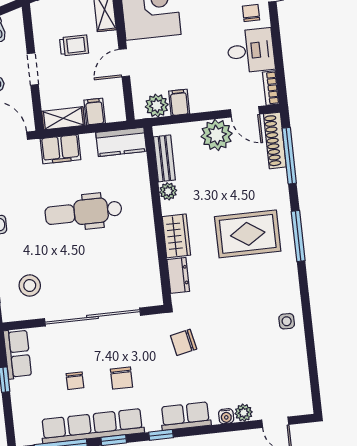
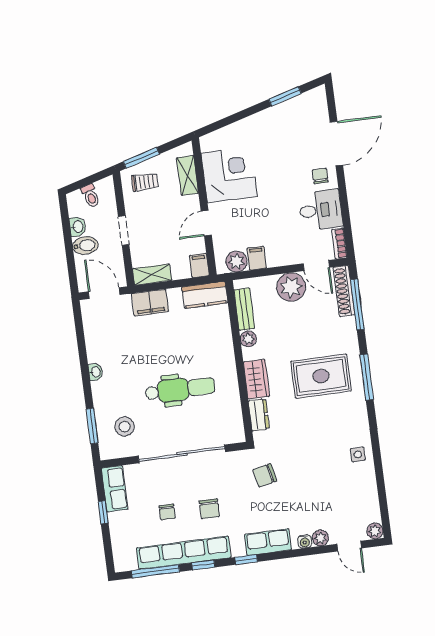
trolley: (74, 45) -> (145, 182), moved
filing cabinet: (95, 112) -> (199, 265), moved
dental chair: (83, 212) -> (180, 389), moved, turned 180
plant: (304, 406) -> (375, 531), added

